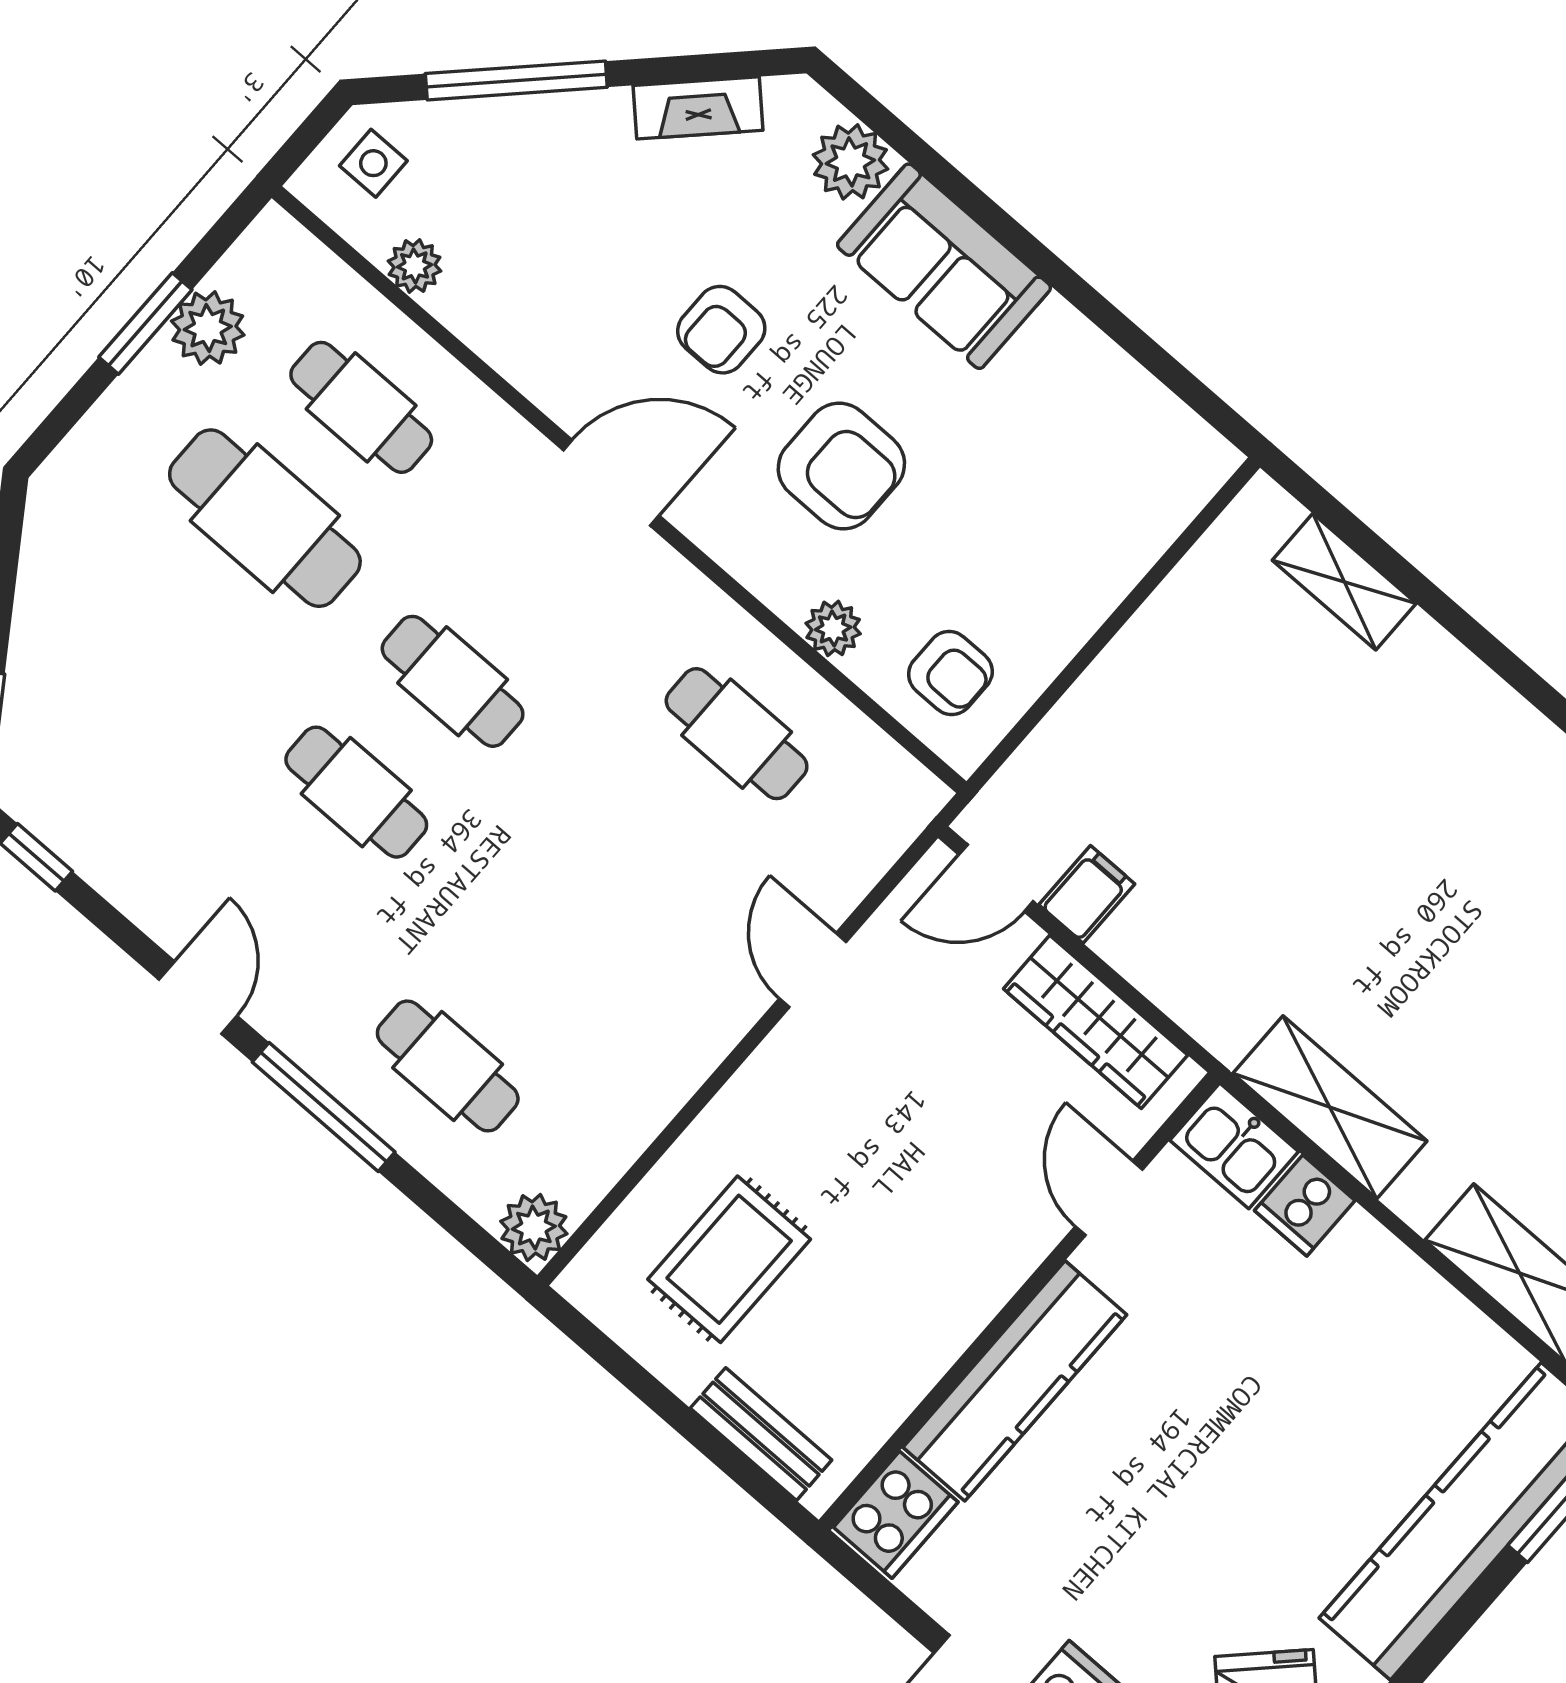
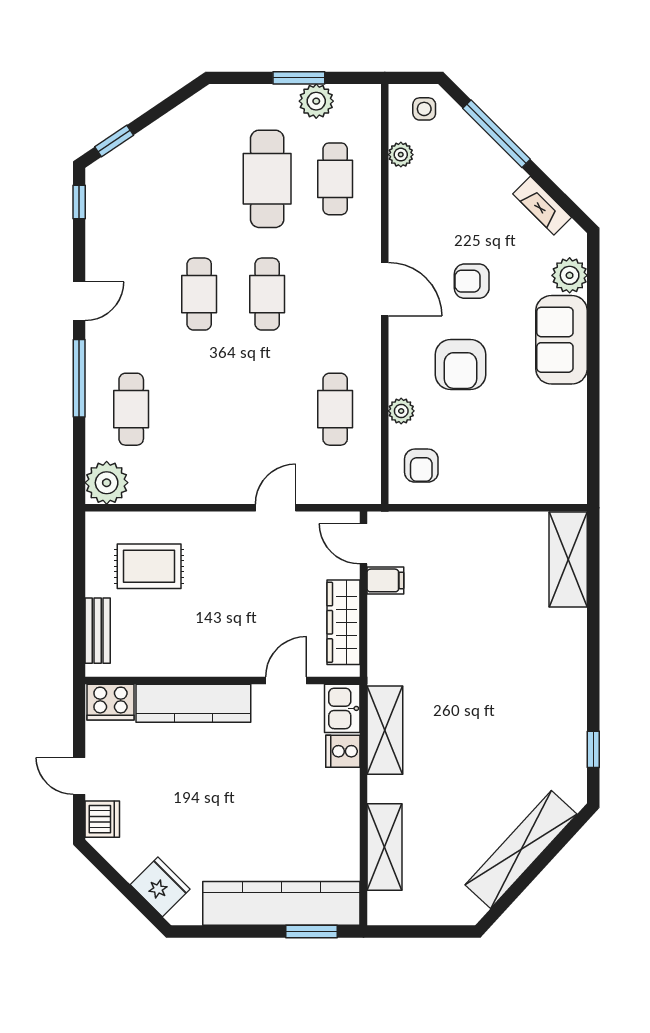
shelving: (1344, 582) -> (568, 560), width x1.50, depth x1.33
plant: (534, 1228) -> (107, 483), width x1.36, depth x1.36

